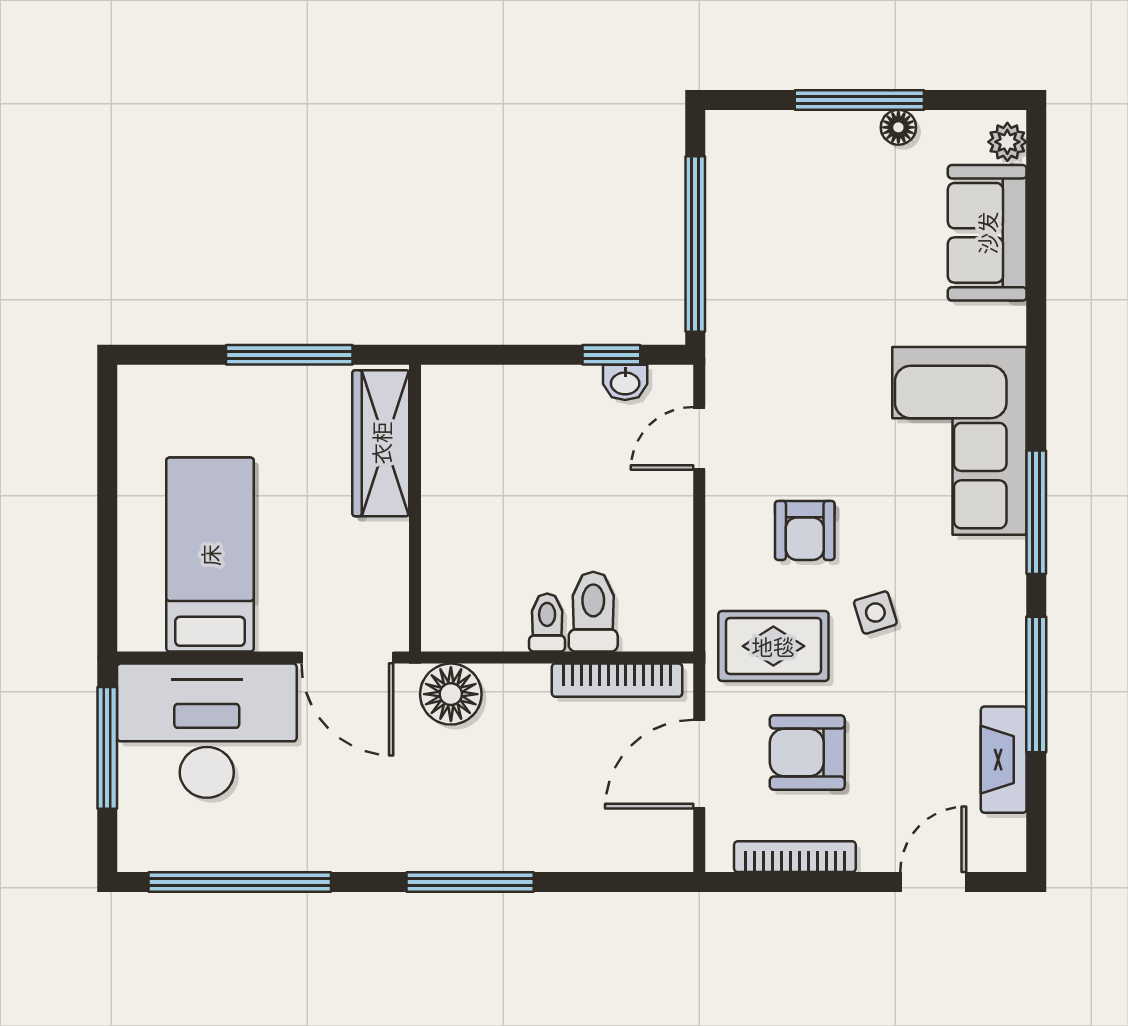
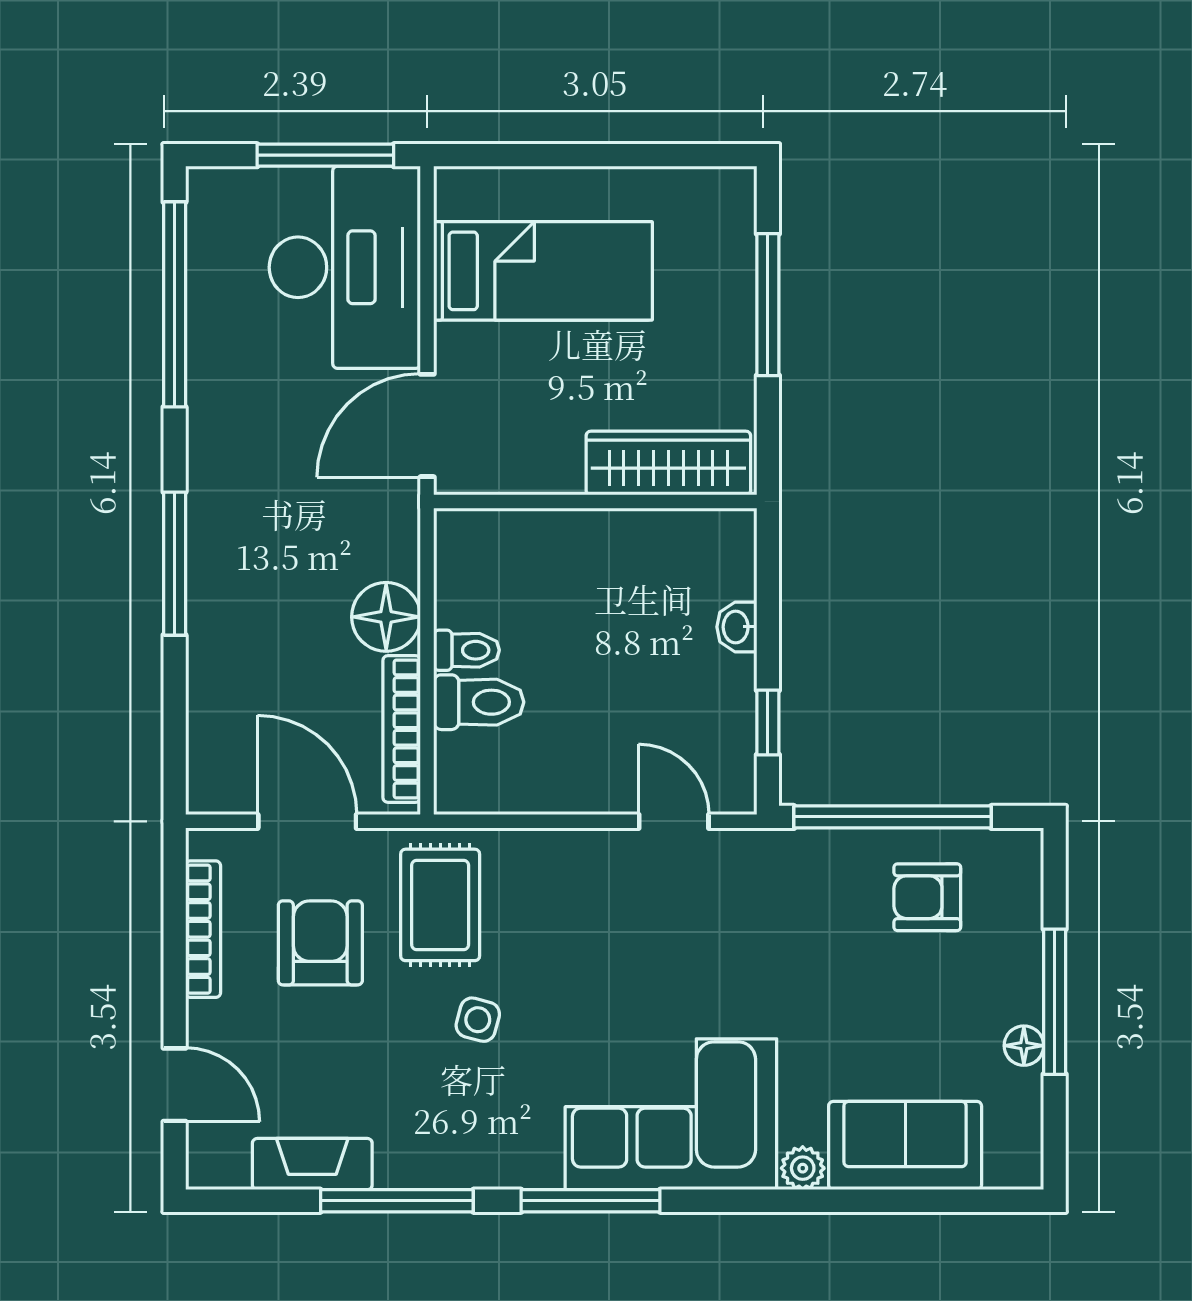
plant: (1007, 142) -> (803, 1168), moved
window: (289, 355) -> (768, 305), moved
washbasin: (625, 382) -> (737, 627), moved
armchair: (805, 530) -> (927, 897), moved
side table: (875, 613) -> (478, 1020), turned 32
floor lamp: (451, 694) -> (386, 617), moved

